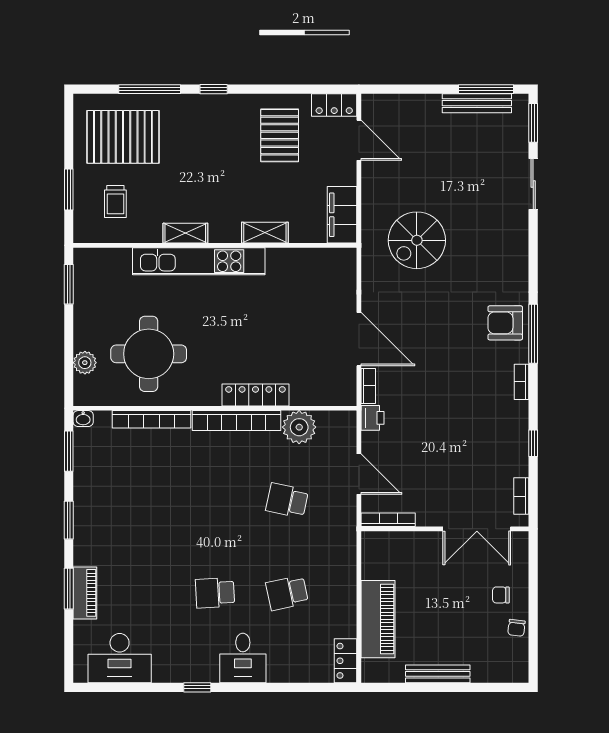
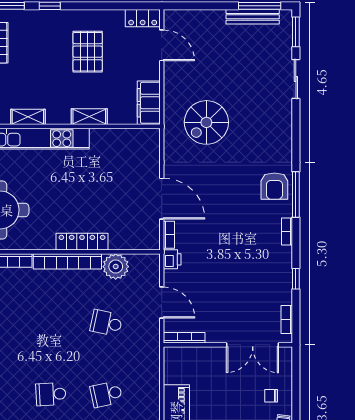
pallet: (280, 135) -> (88, 52), moved
armchair: (505, 323) -> (274, 186), turned -90

